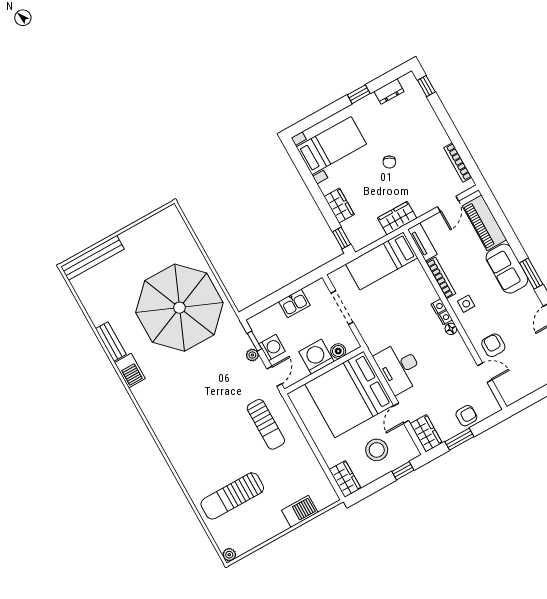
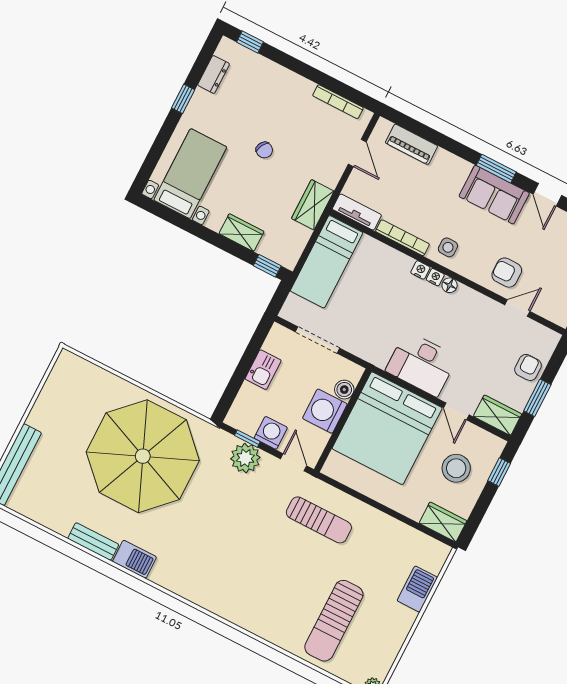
piano: (484, 223) -> (411, 144), width x0.73, depth x0.75
sofa: (507, 269) -> (494, 195), moved
plant: (252, 355) -> (245, 458), width x1.88, depth x1.88

